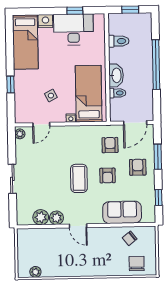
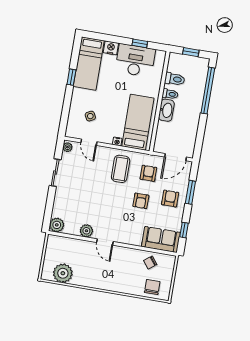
window: (156, 65) -> (208, 91), moved
window: (10, 84) -> (71, 77), moved
toilet: (118, 93) -> (170, 94), moved
side table: (51, 96) -> (90, 116), moved
door: (41, 125) -> (89, 142), hinge flipped
coffee table: (79, 178) -> (121, 169), moved
sliding door: (12, 179) -> (55, 173), moved
sofa: (122, 212) -> (161, 239), moved
plant: (41, 217) -> (57, 225), moved
plant: (35, 272) -> (63, 273), width x1.88, depth x1.88

